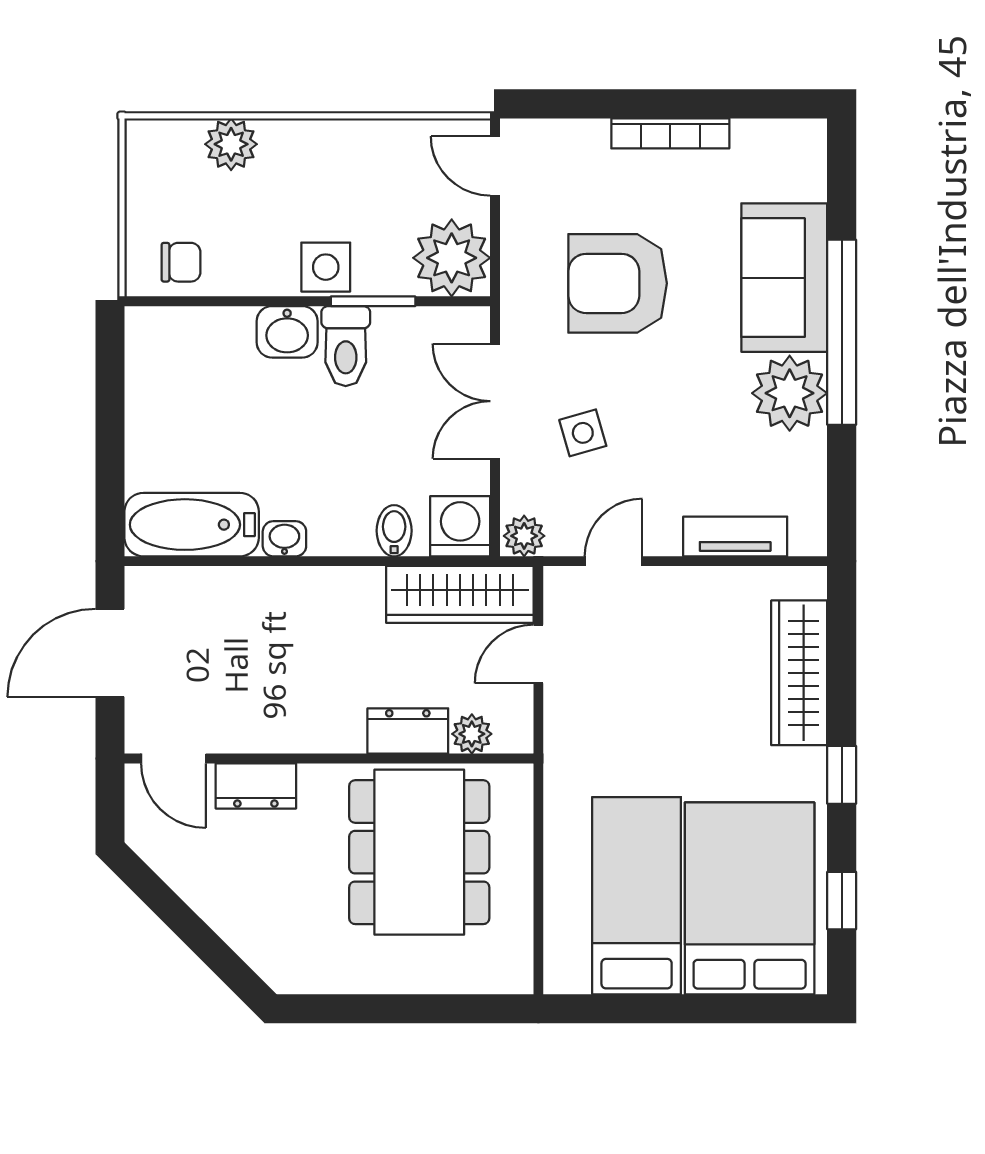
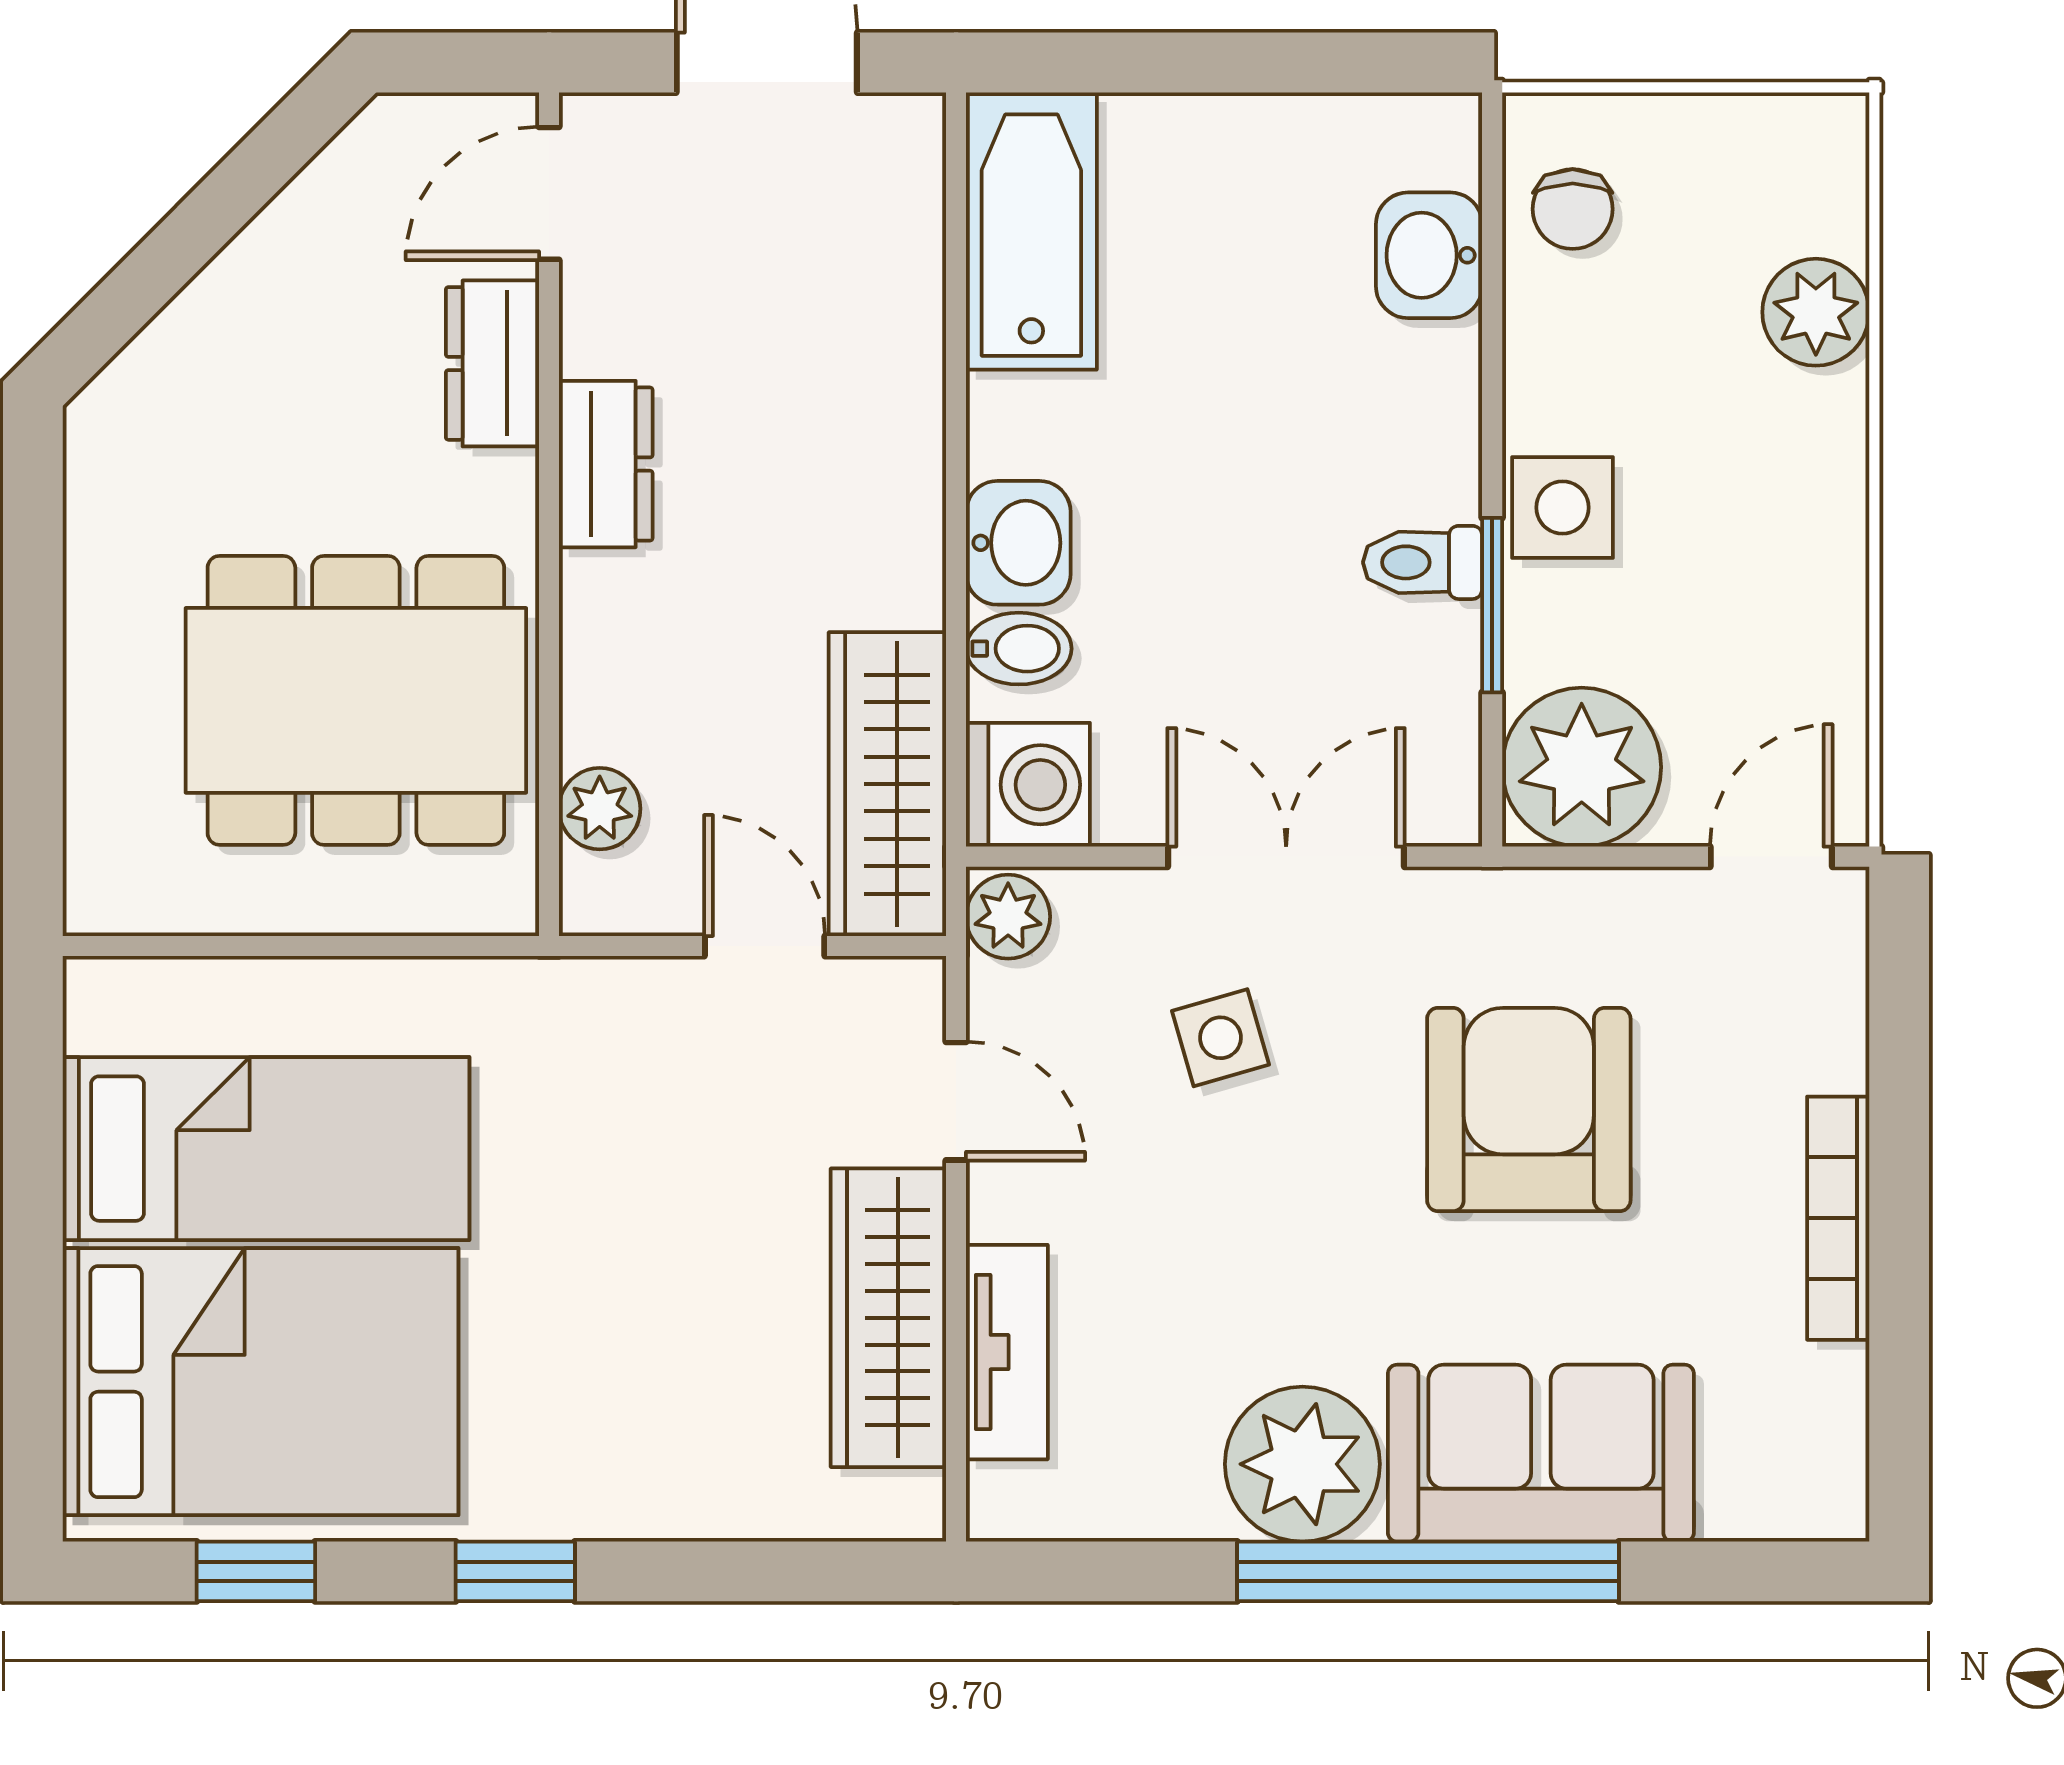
washbasin: (287, 332) -> (1429, 255), moved
toilet: (346, 346) -> (1423, 562), width x0.73, depth x0.72
washbasin: (284, 539) -> (1018, 543), moved, width x1.38, depth x1.45
wardrobe: (799, 673) -> (888, 1318), moved, turned -90
dresser: (408, 731) -> (606, 464), moved

